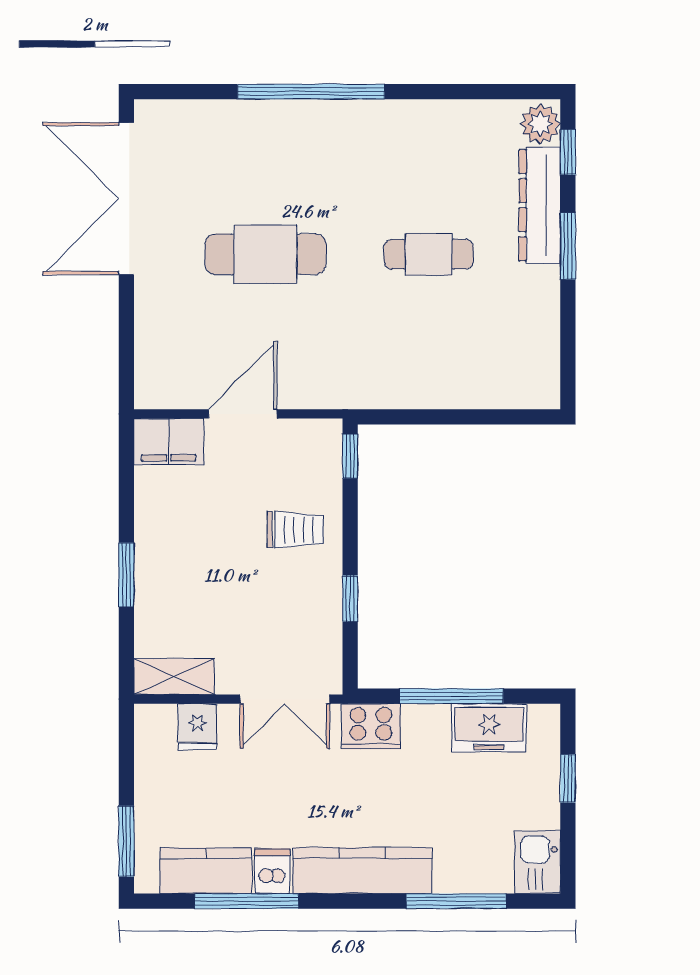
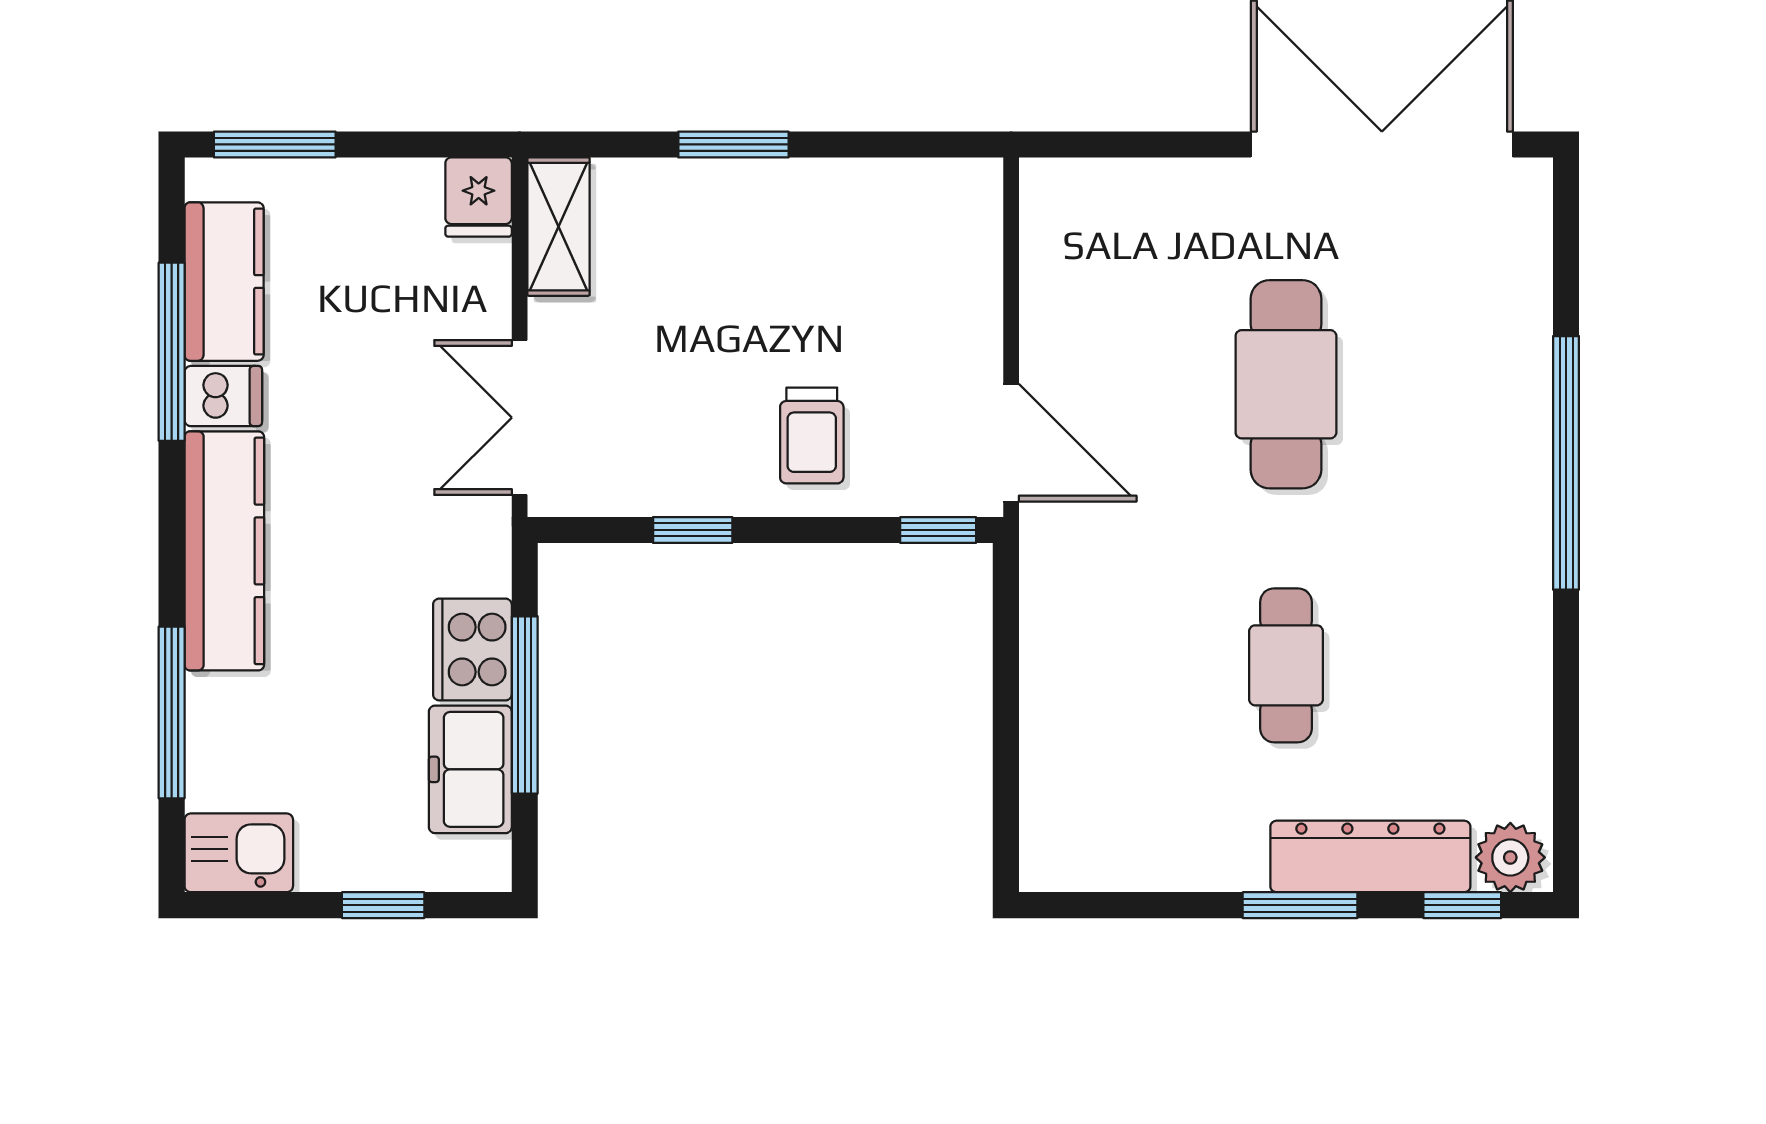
door: (243, 414) -> (1011, 443), moved
filing cabinet: (169, 442) -> (963, 217), removed
fridge: (197, 727) -> (479, 197), moved, turned -90
cooker: (371, 727) -> (472, 650), moved

